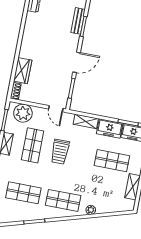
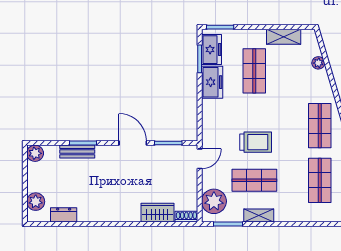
shelving: (86, 121) -> (209, 116), removed
plant: (91, 210) -> (318, 63), moved

